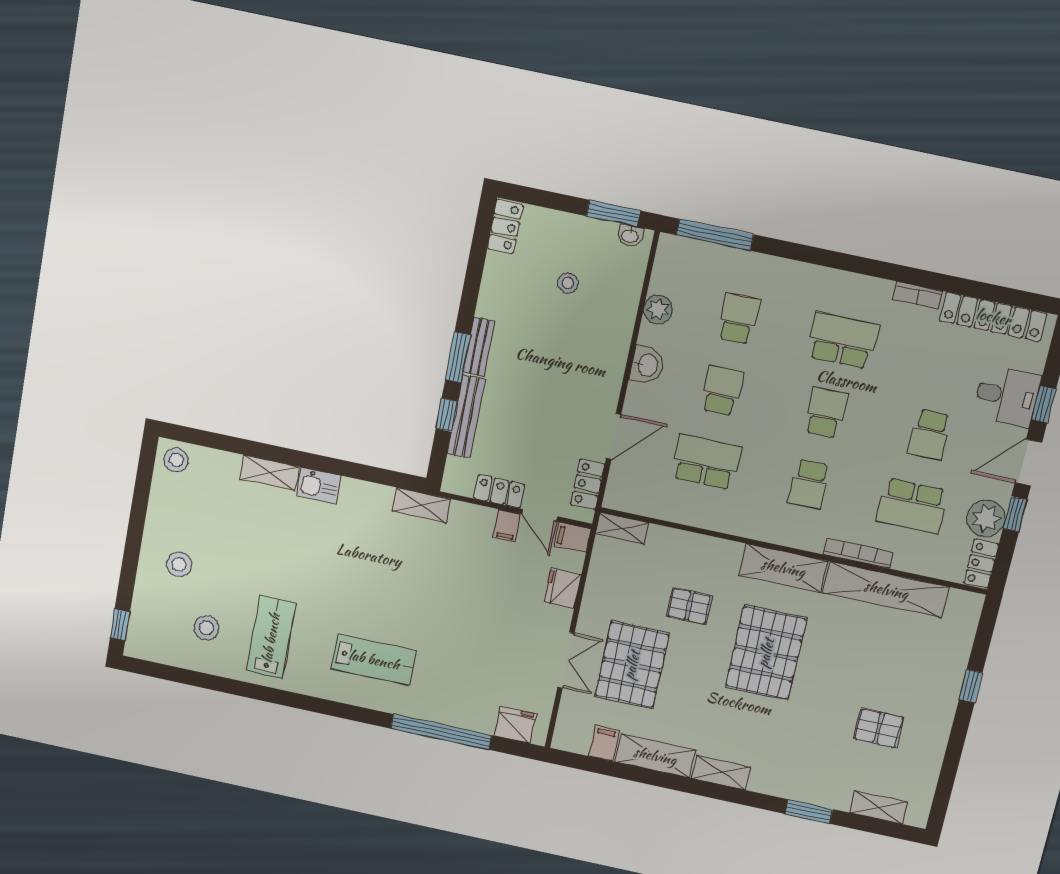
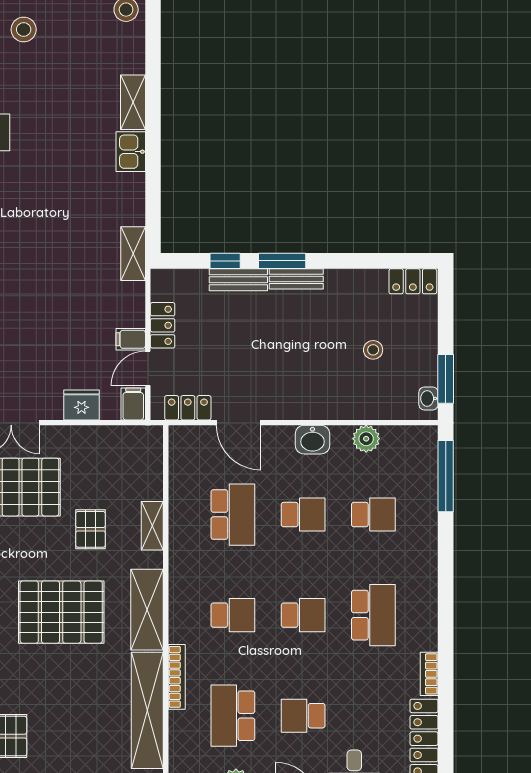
bench: (466, 416) -> (238, 280), width x0.73
school desk: (809, 484) -> (233, 615), turned 180
shelving: (622, 528) -> (152, 526), moved

